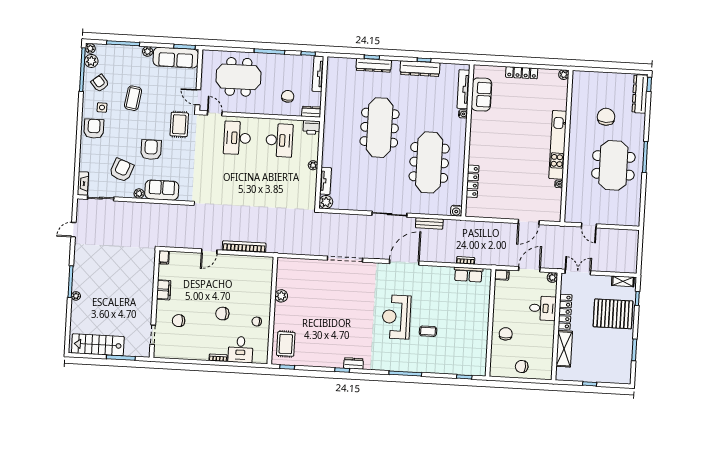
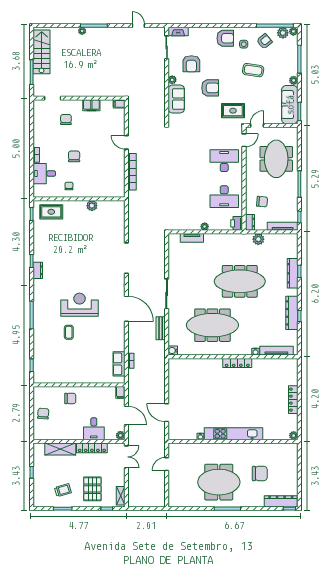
sofa: (481, 94) -> (273, 366), removed
armchair: (122, 170) -> (191, 64), turned 69
locker: (473, 181) -> (237, 363), moved
plant: (326, 202) -> (258, 239), moved
pallet: (613, 314) -> (92, 489), width x0.73, depth x0.71
trolley: (613, 349) -> (63, 490), added

